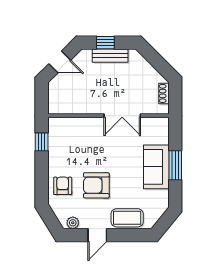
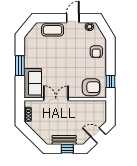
sofa: (156, 167) -> (33, 83), moved
armchair: (96, 185) -> (91, 87), moved

